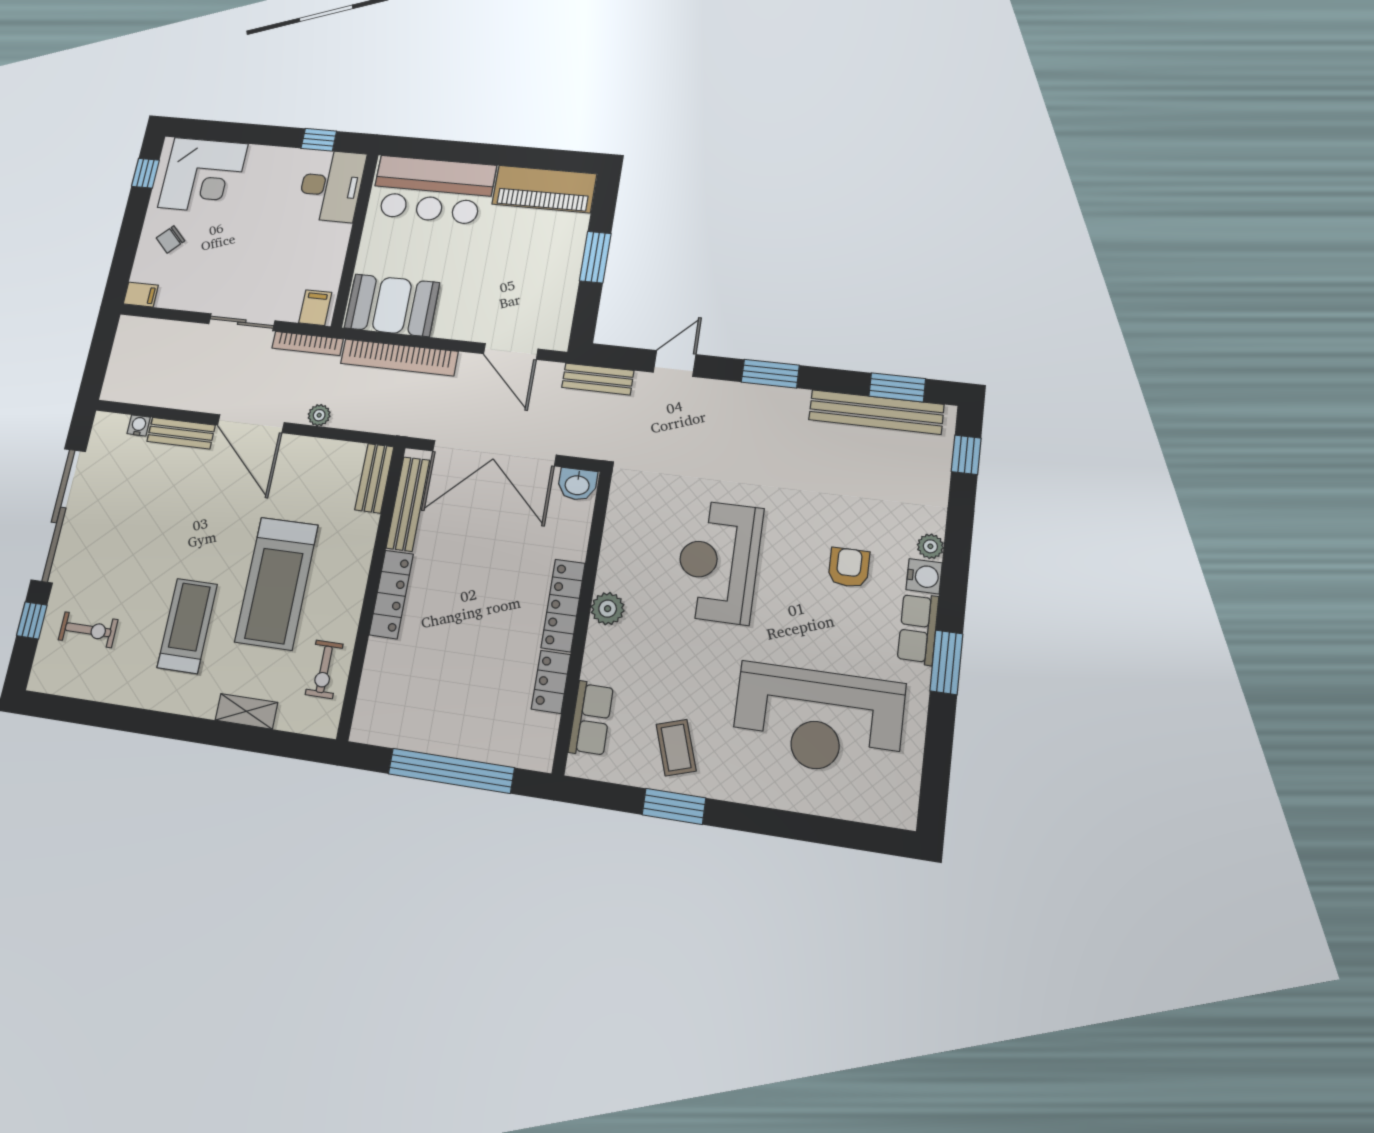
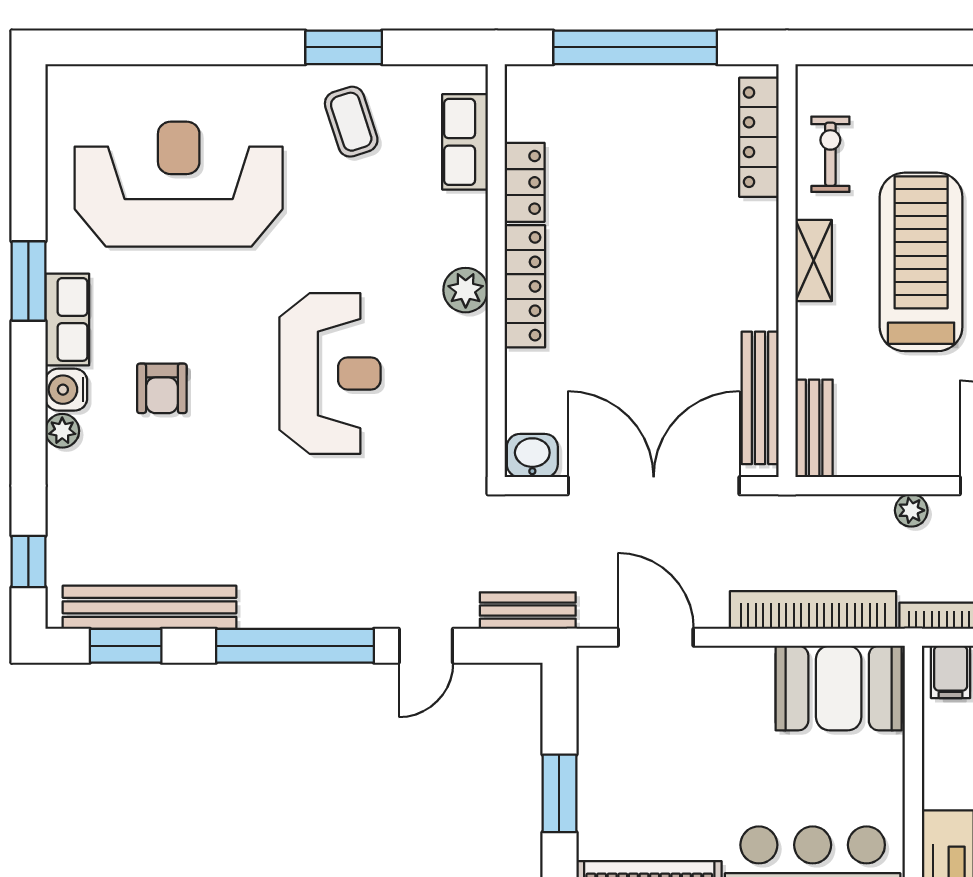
window: (770, 374) -> (295, 646), width x2.11
locker: (391, 594) -> (759, 137), moved
shelving: (246, 711) -> (814, 260), moved, turned 90

